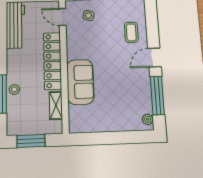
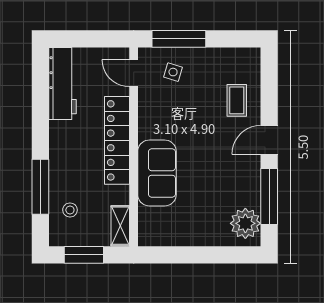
stool: (14, 89) -> (70, 210), moved
shelving: (56, 105) -> (120, 226), moved
plant: (148, 119) -> (245, 223), width x1.88, depth x1.88

